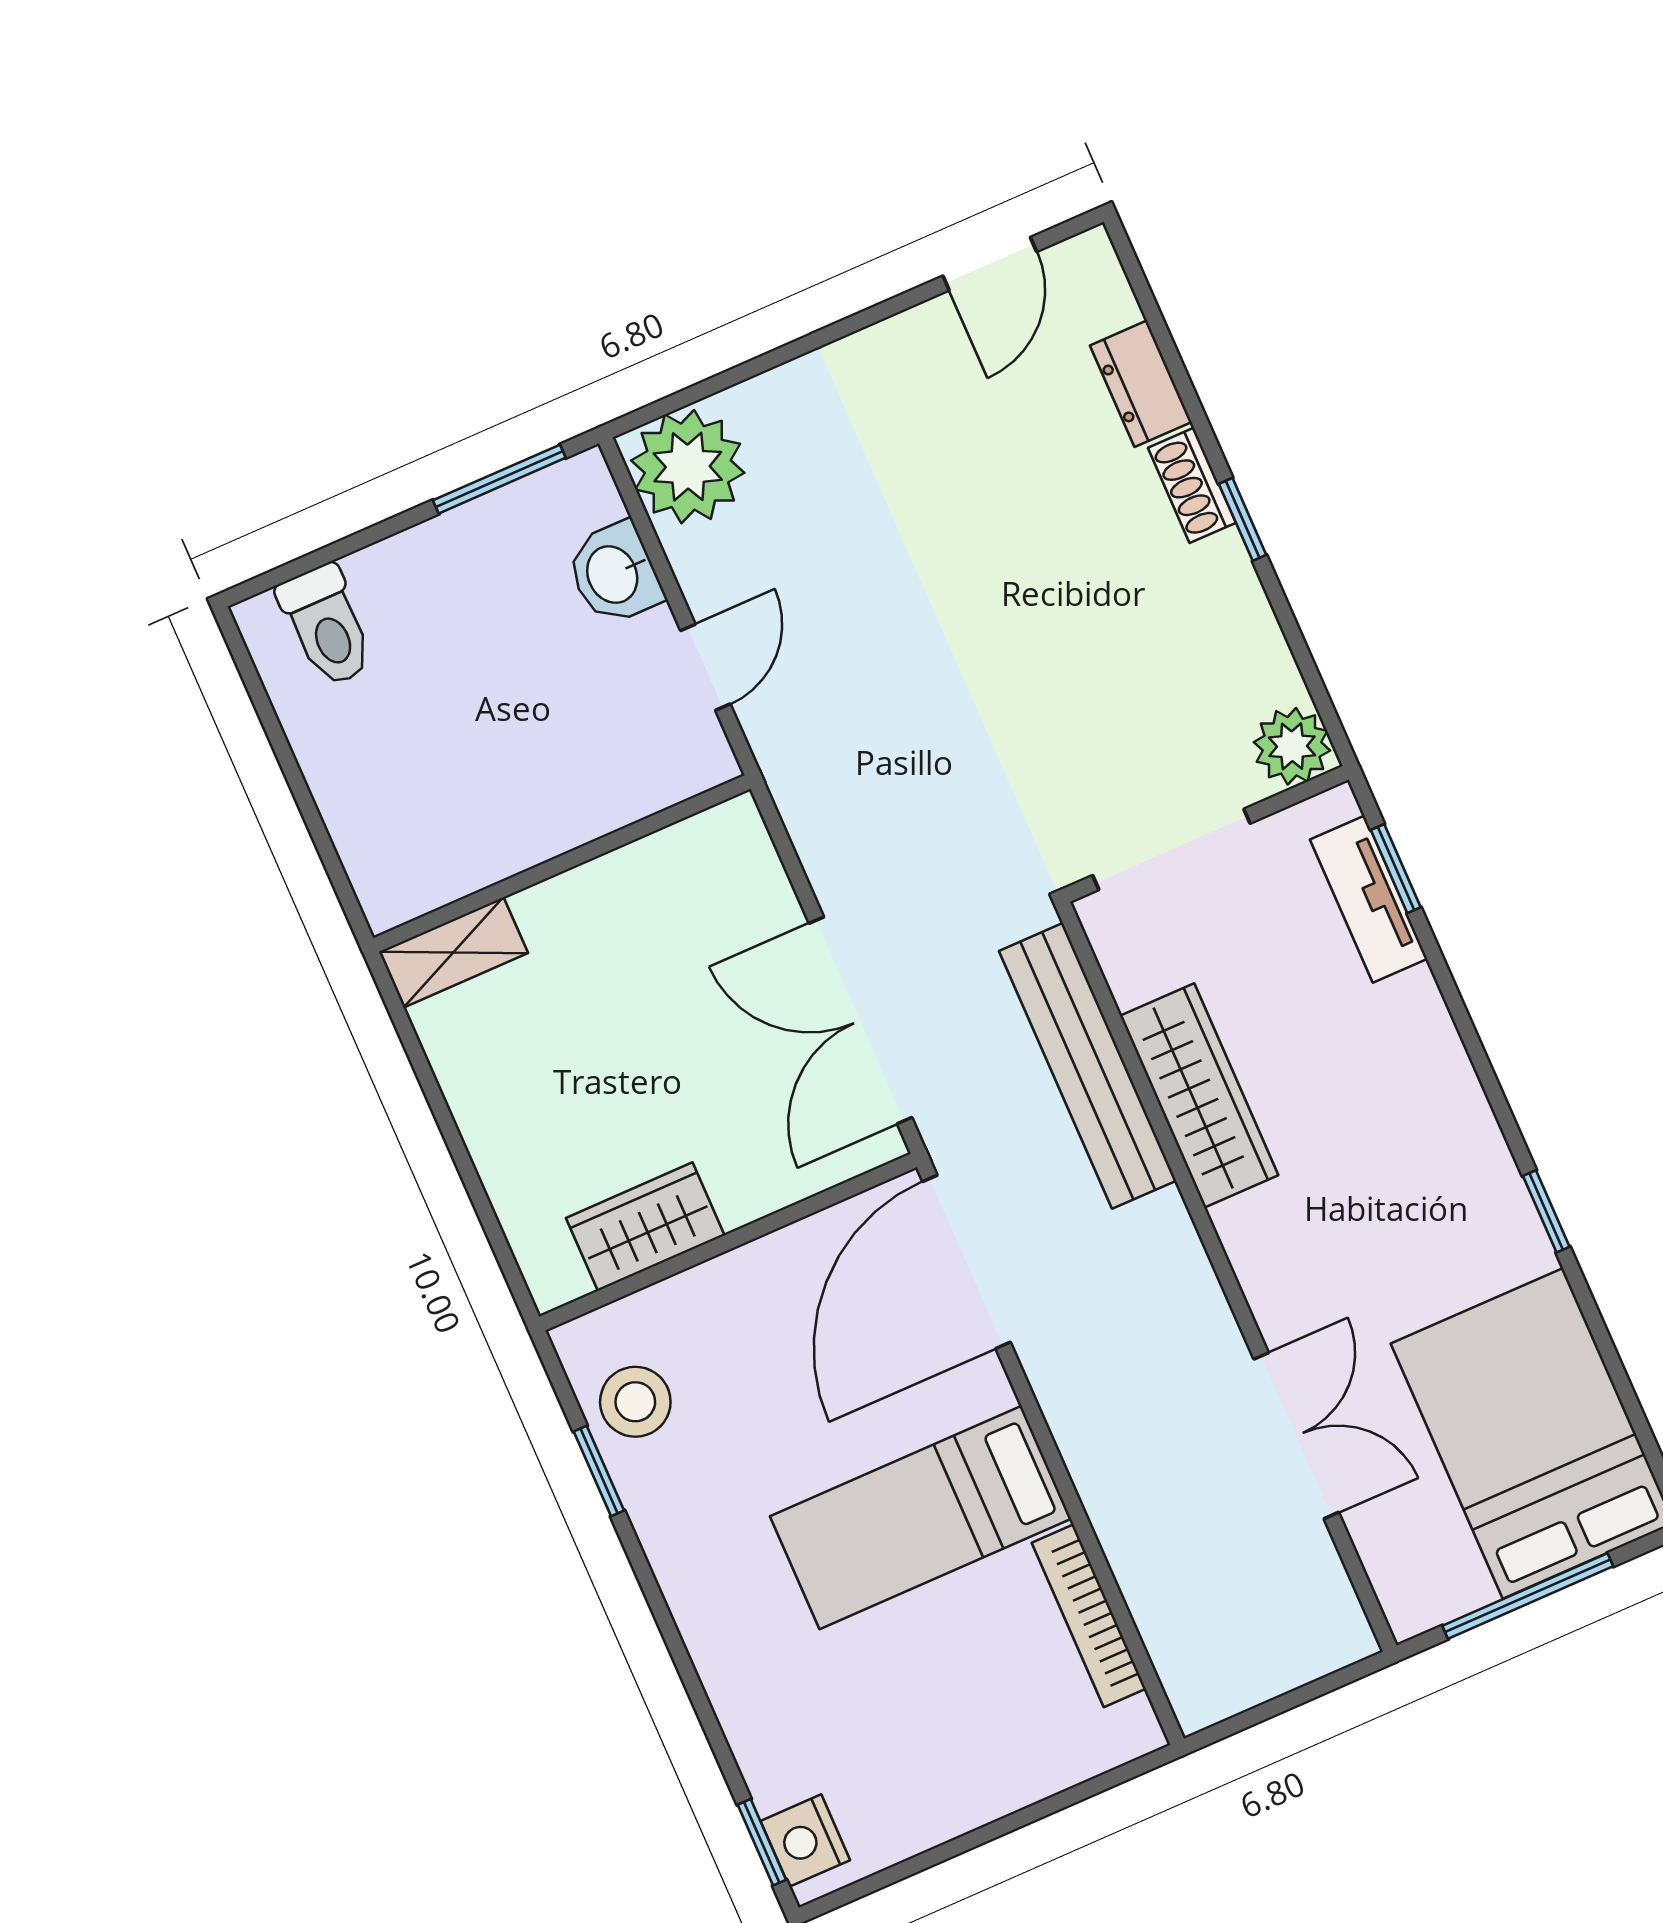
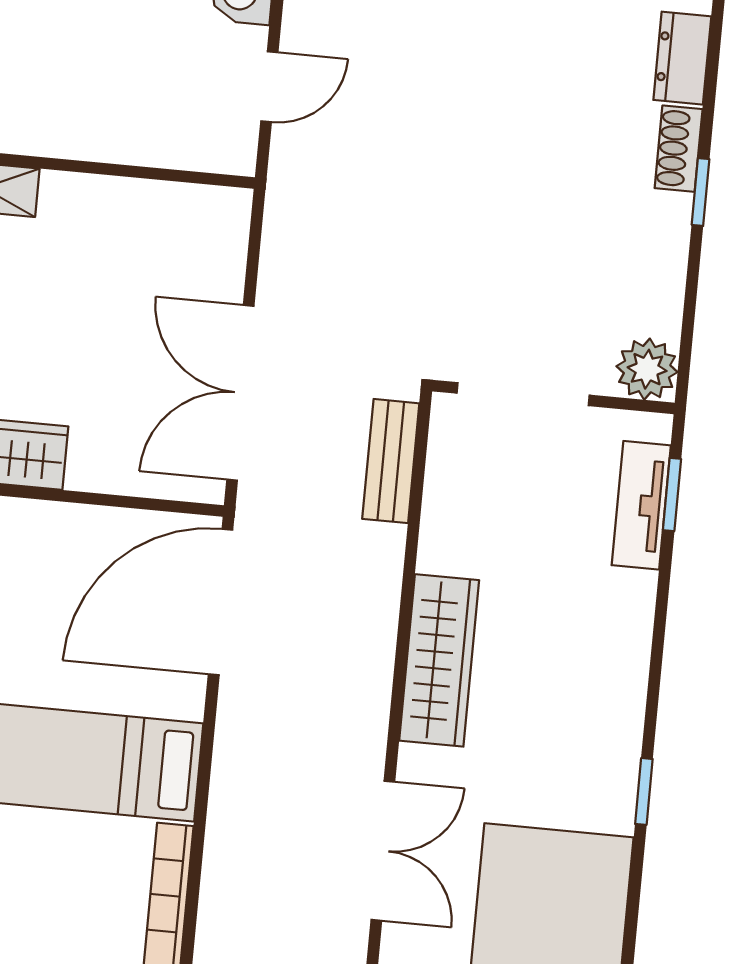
bench: (1088, 1066) -> (391, 461), width x0.54, depth x0.82
wardrobe: (1199, 1095) -> (439, 660), moved

